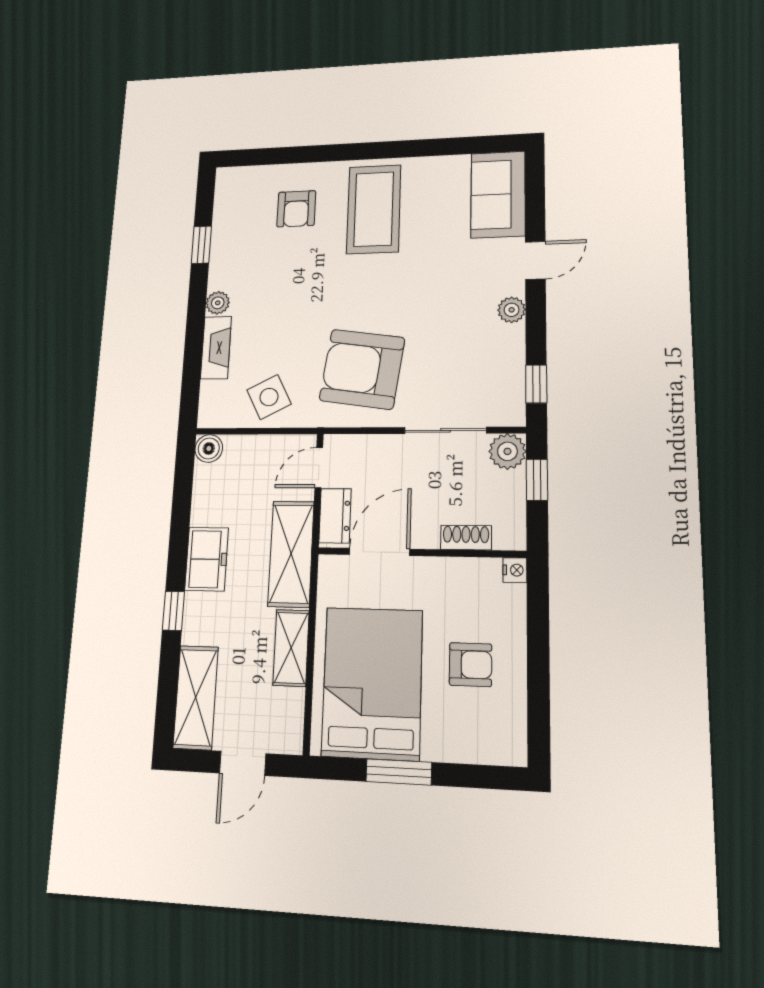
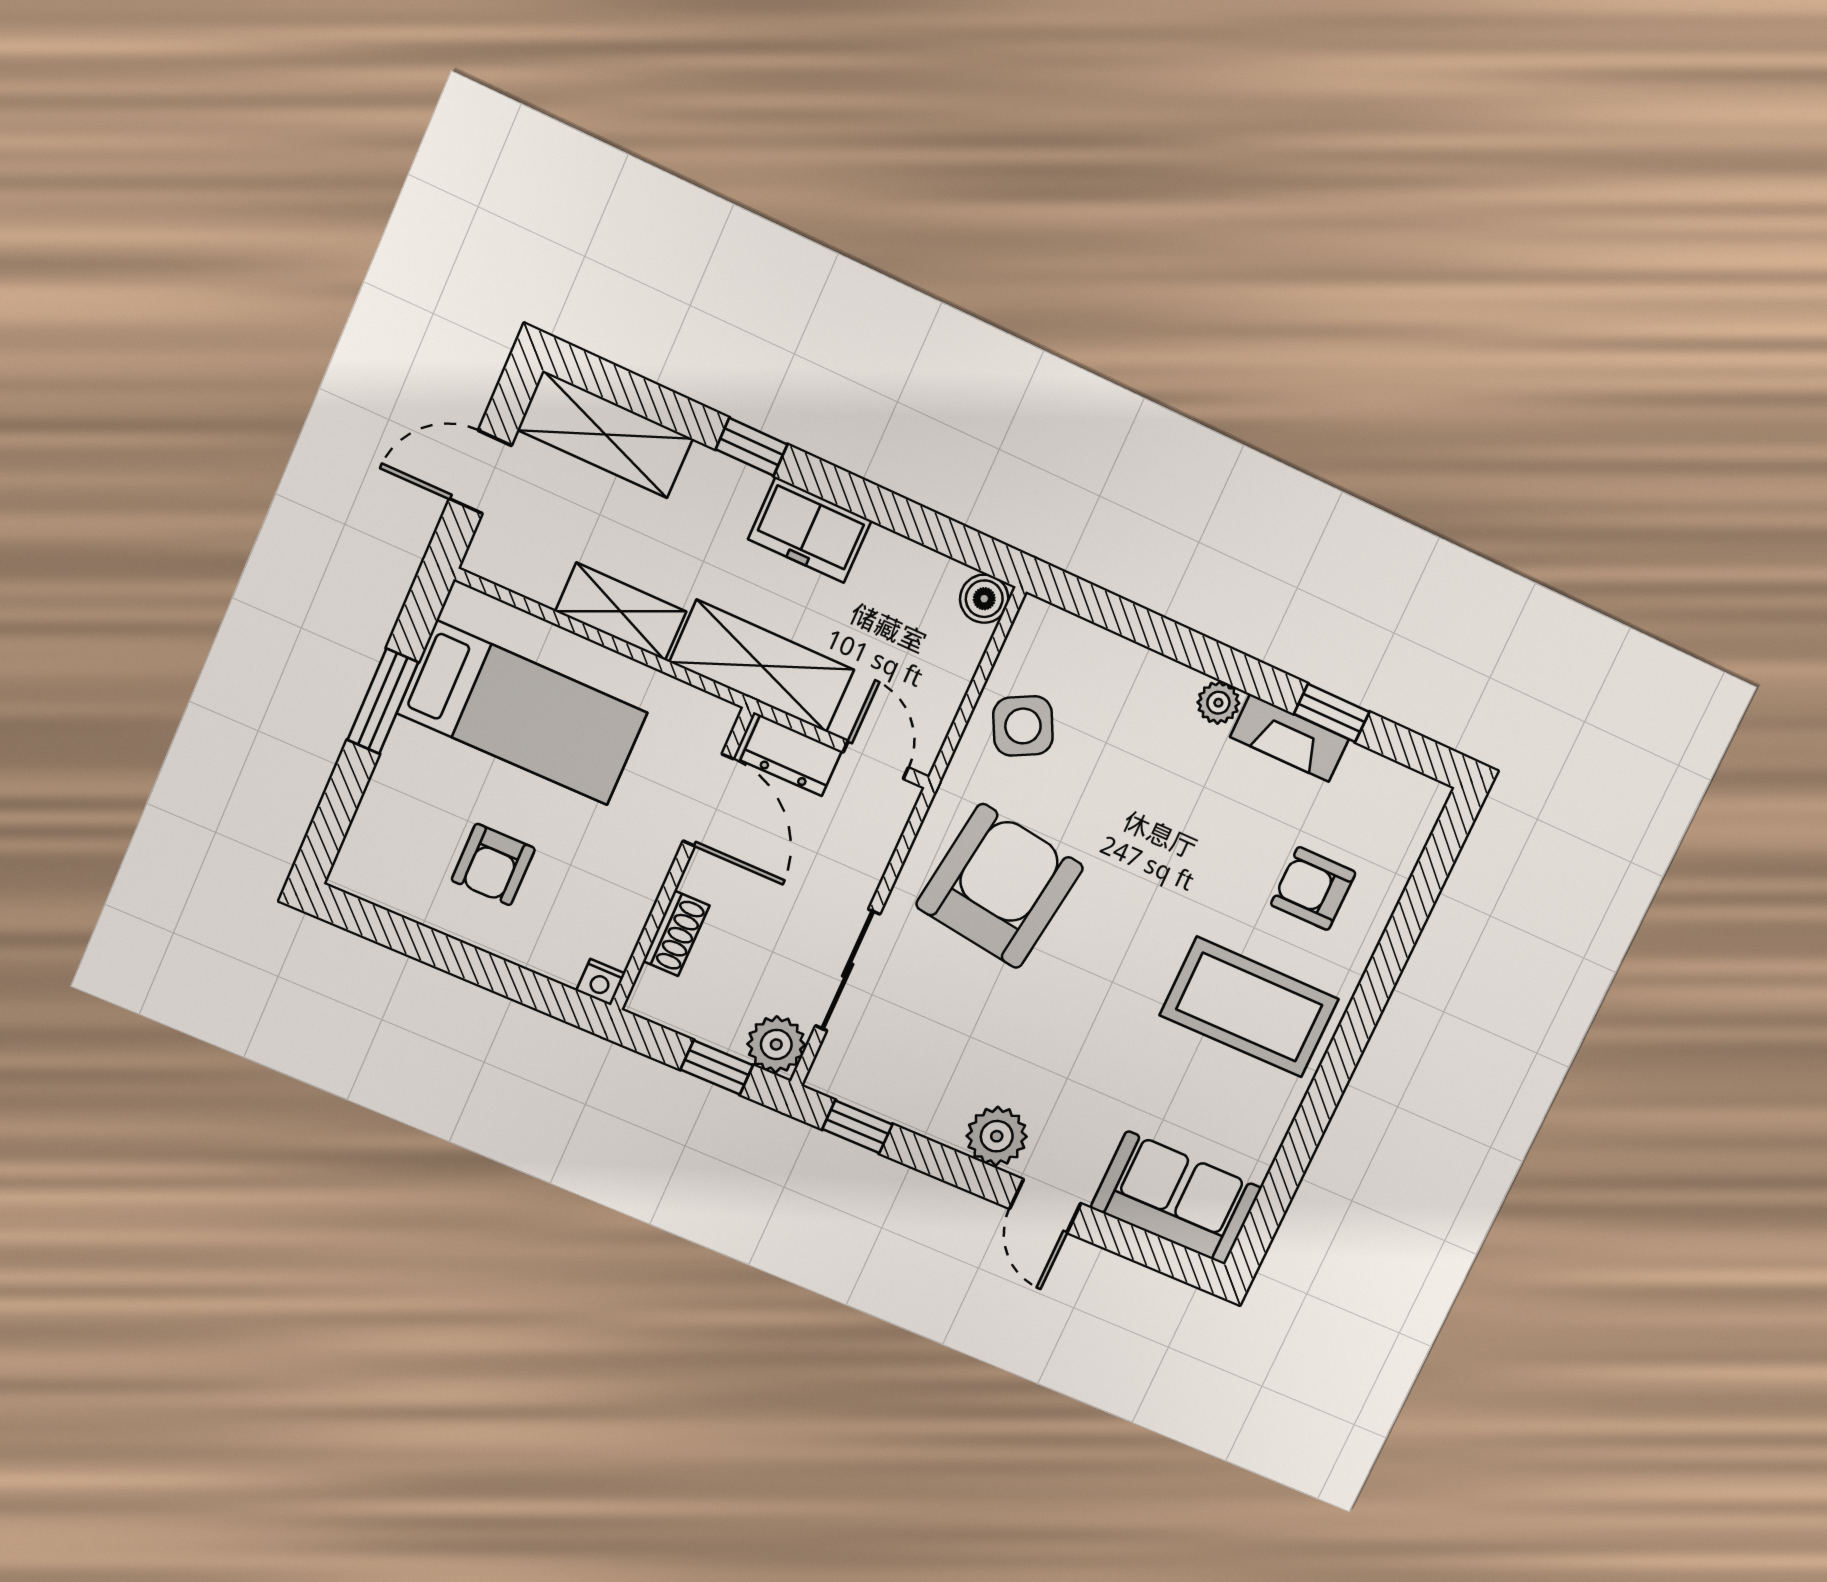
plant: (512, 310) -> (997, 1136), width x1.38, depth x1.38
fireplace: (216, 348) -> (1290, 738), moved
bed: (372, 683) -> (522, 713), width x0.67
door: (243, 763) -> (480, 472), hinge flipped

